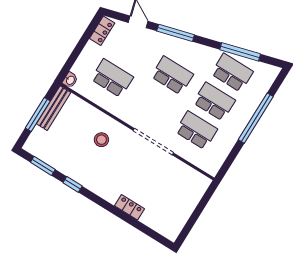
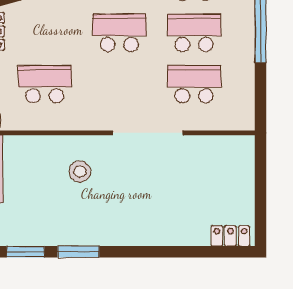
window: (73, 184) -> (78, 252), width x1.50
locker: (130, 207) -> (231, 236), moved

